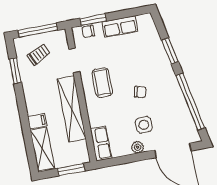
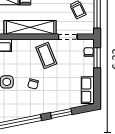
row of seats: (120, 27) -> (88, 90), moved
coffee table: (102, 83) -> (46, 55), turned 68

